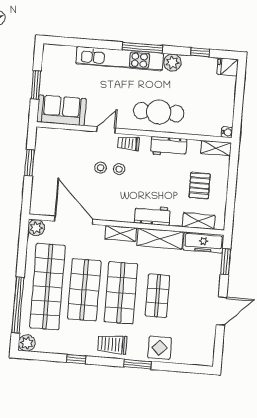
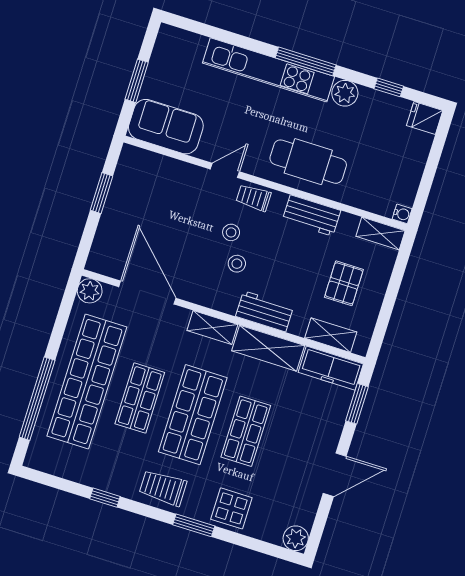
stool: (101, 168) -> (237, 264), moved
shop shelf: (84, 290) -> (140, 398), width x0.70, depth x0.74
plant: (27, 343) -> (296, 538), moved

